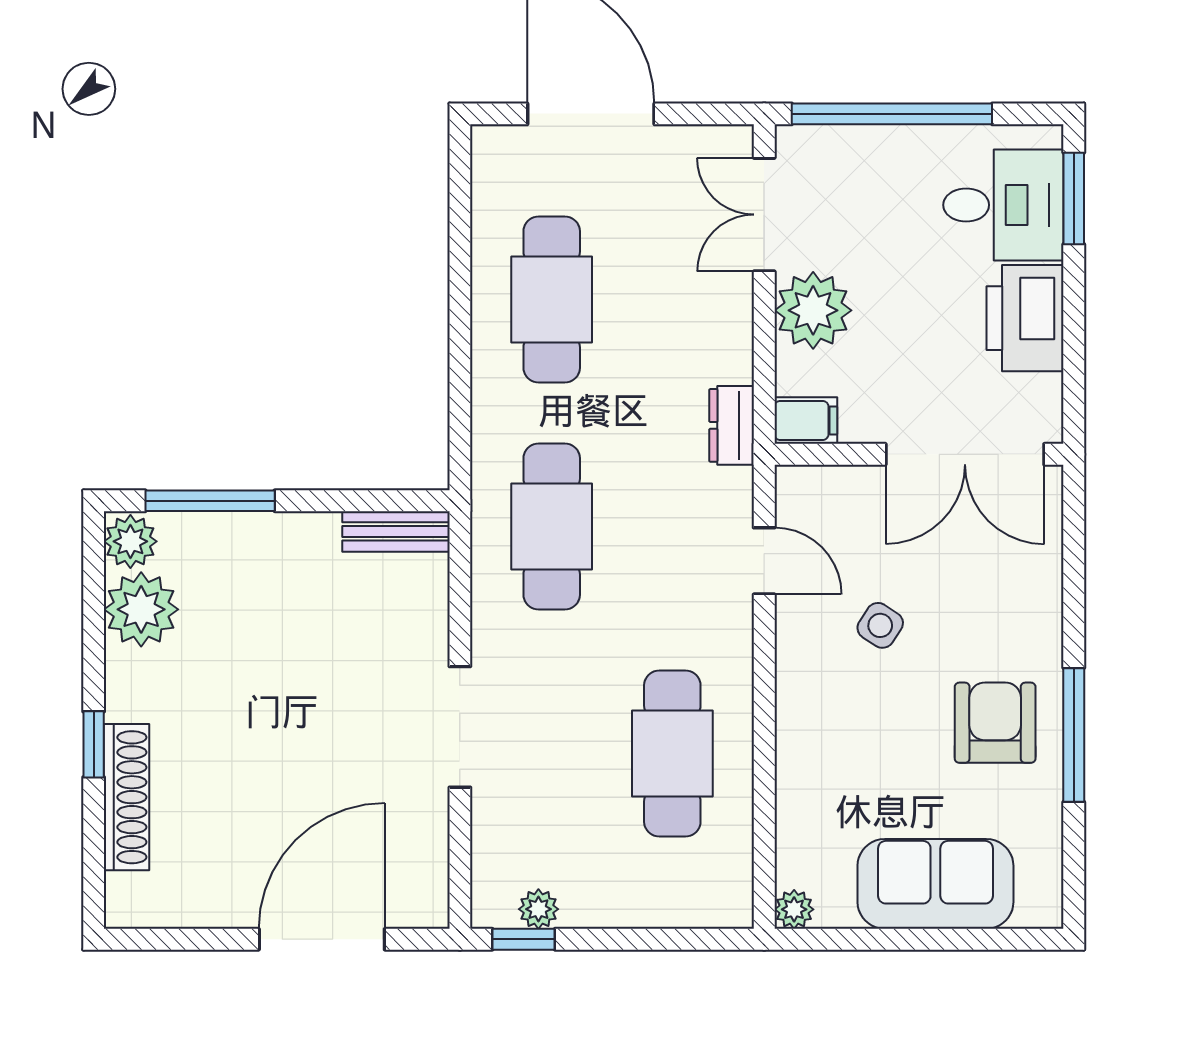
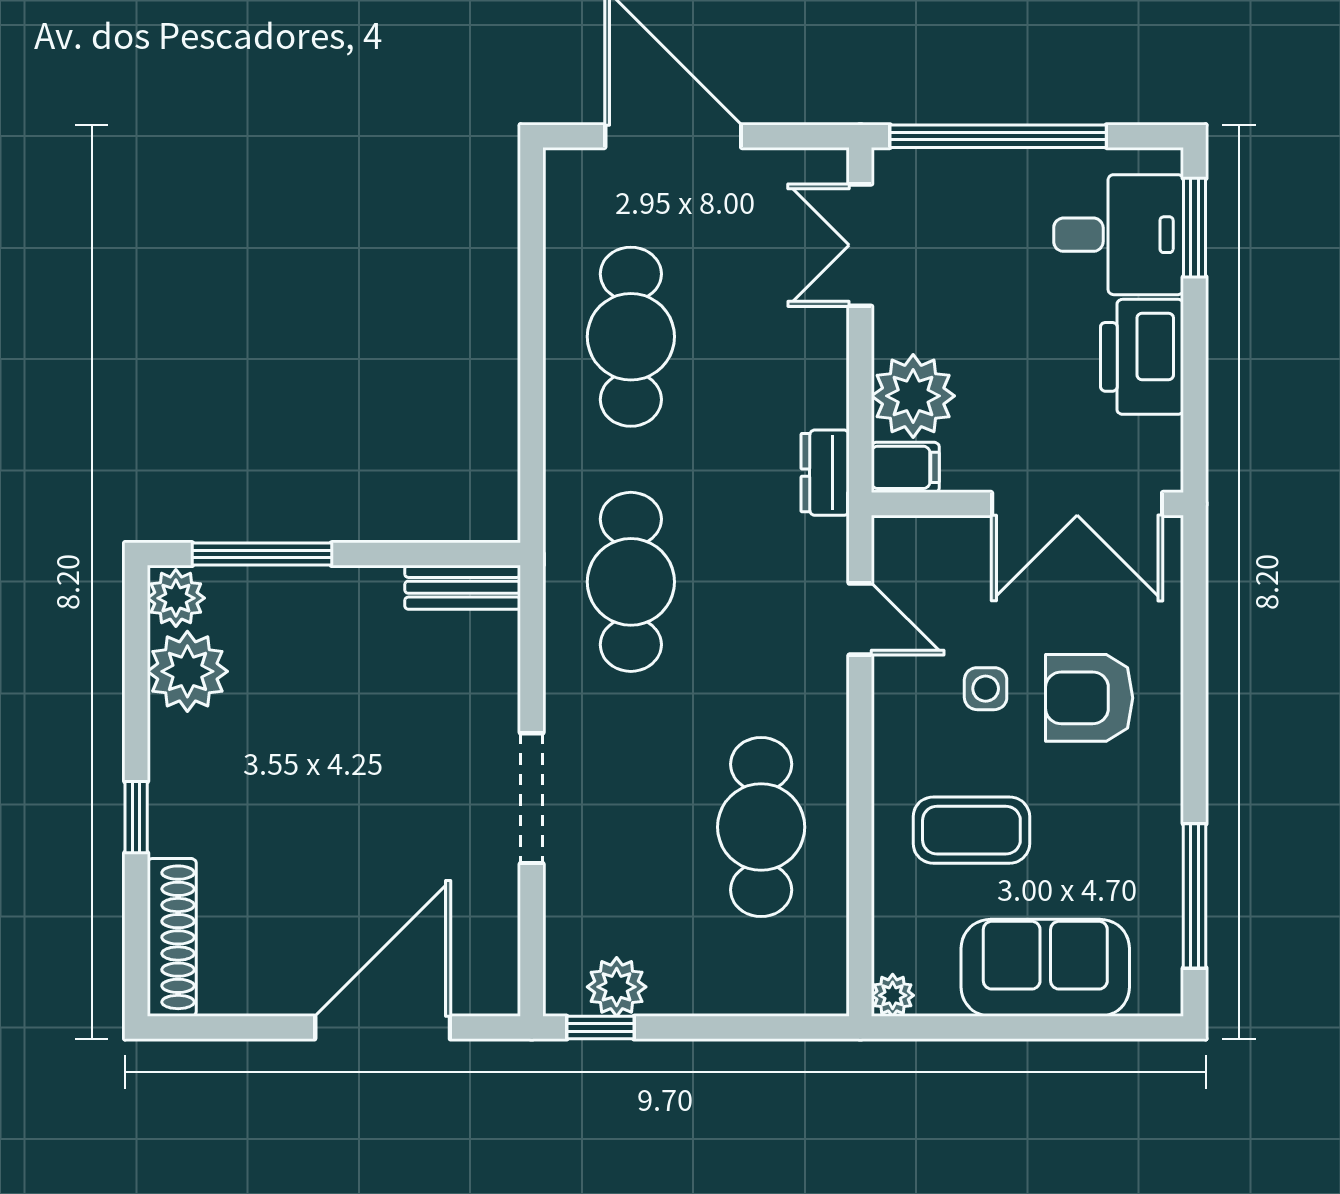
plant: (813, 310) -> (913, 396), moved
side table: (880, 625) -> (986, 689), turned -33
armchair: (995, 723) -> (1089, 698), moved, turned -90
window: (1074, 735) -> (1195, 896), moved
coffee table: (867, 756) -> (971, 830), added
shoe rack: (127, 797) -> (172, 937), moved
plant: (538, 909) -> (617, 987), width x1.38, depth x1.38

